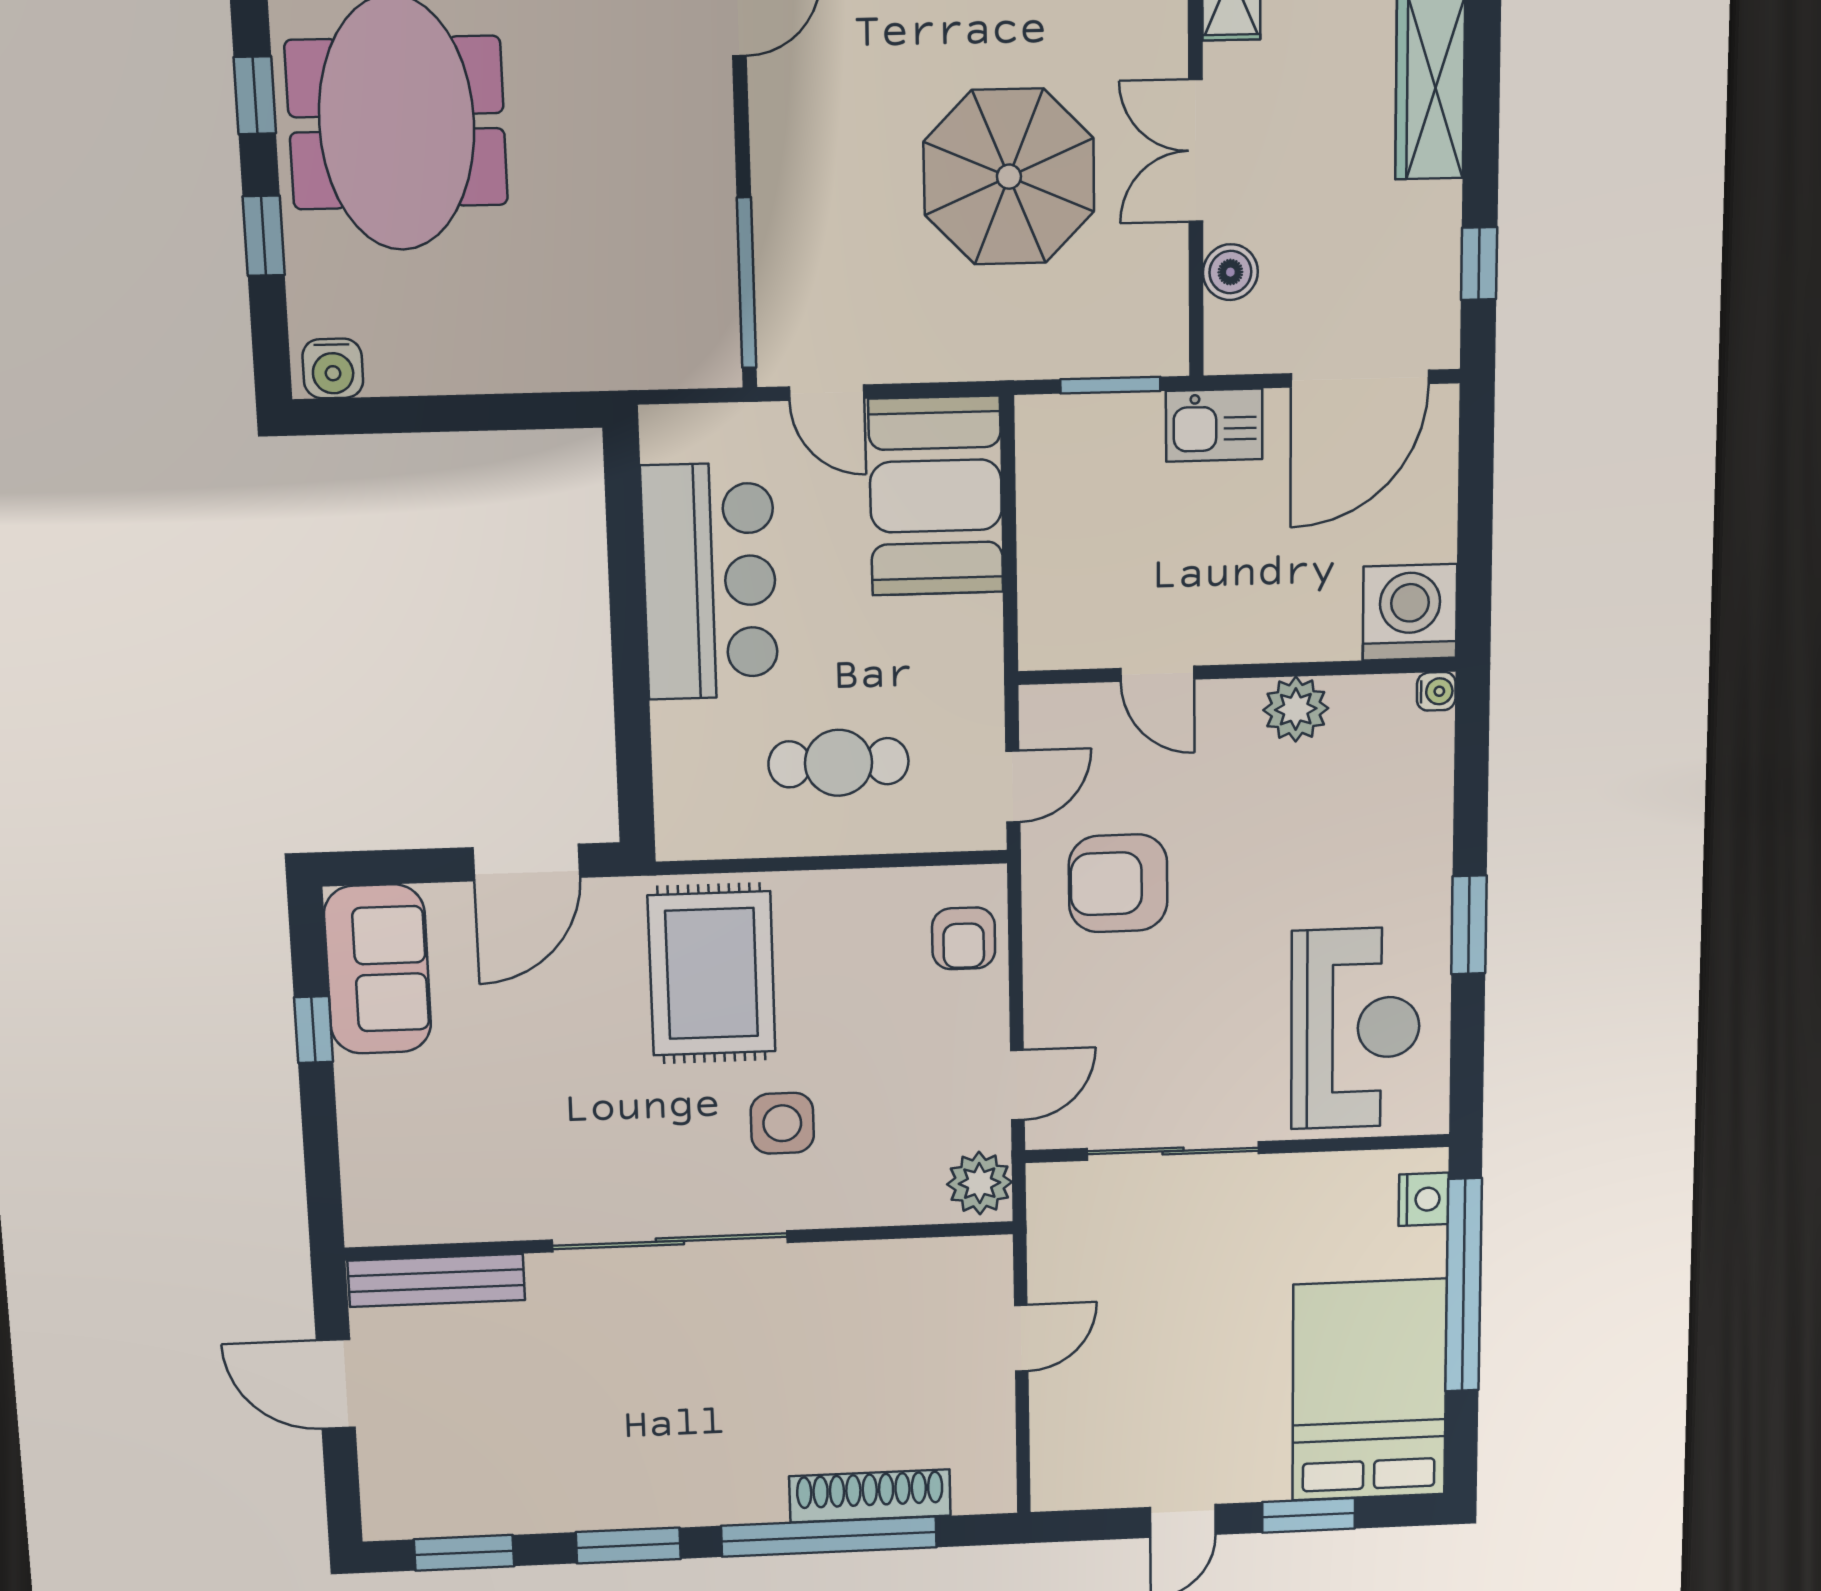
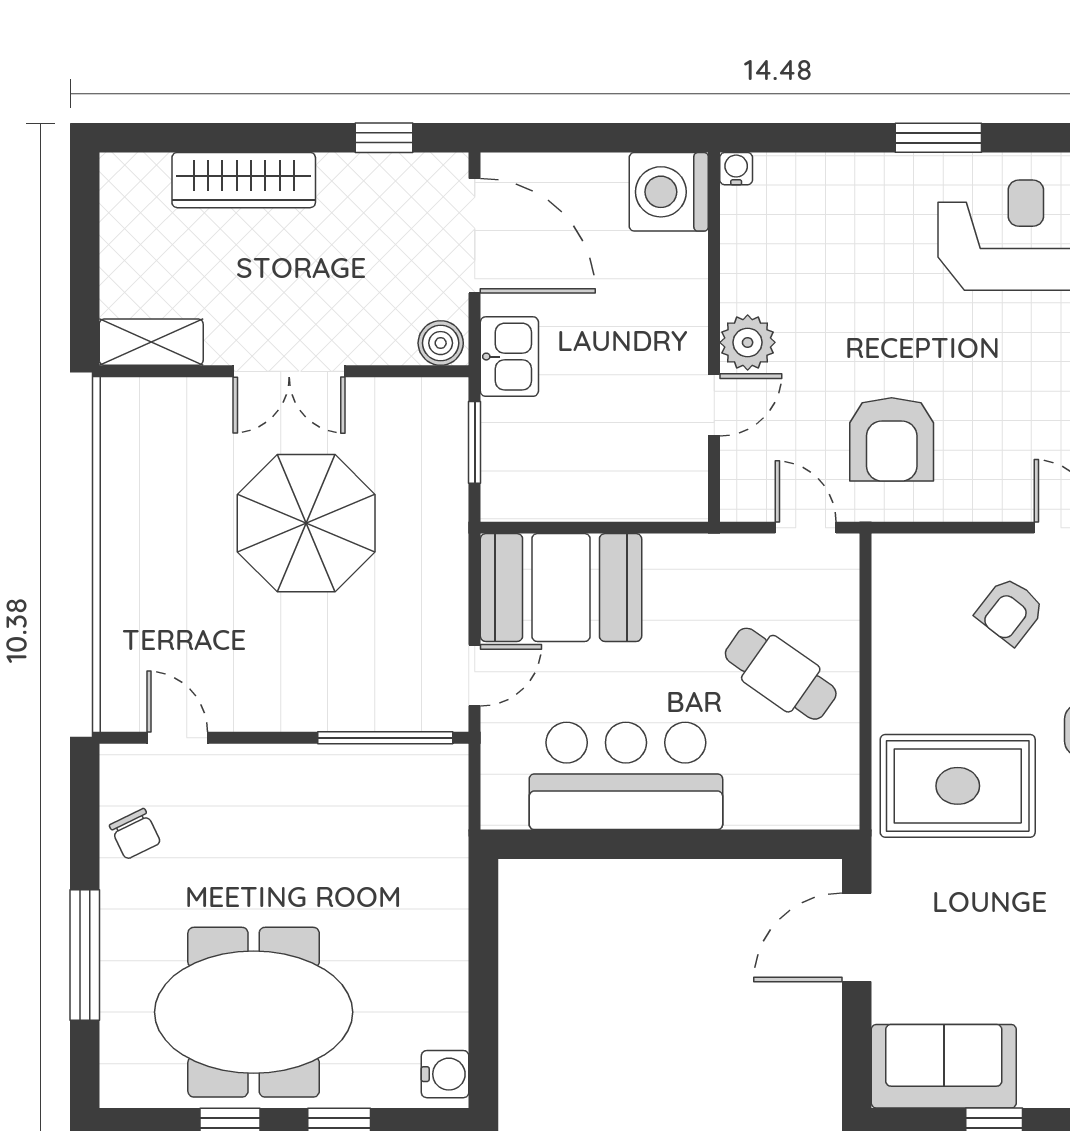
boiler: (1230, 272) -> (441, 343), moved
plant: (1296, 709) -> (748, 342), moved
cafe table: (839, 763) -> (781, 674), turned -55
door: (526, 862) -> (857, 937), swing flipped
armchair: (964, 938) -> (1010, 611), moved, turned 128

